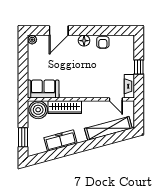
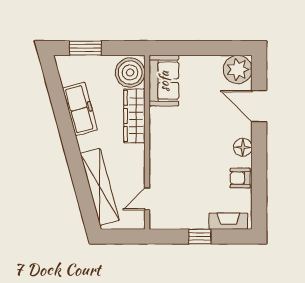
plant: (32, 40) -> (238, 69), width x1.87, depth x1.87
fireplace: (129, 86) -> (228, 221), moved

